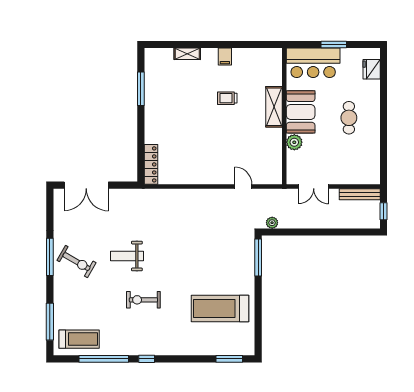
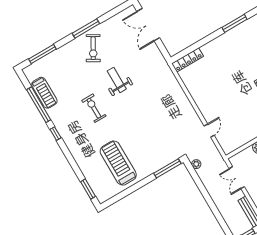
treadmill: (79, 339) -> (44, 93), moved

